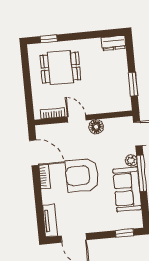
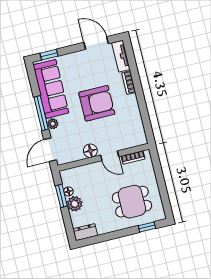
plant: (120, 74) -> (75, 204), added
floor lamp: (125, 88) -> (68, 191), added
door: (34, 153) -> (145, 118), removed
bookcase: (45, 177) -> (129, 83), moved
sofa: (127, 189) -> (51, 89), width x1.36

